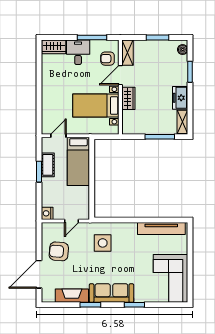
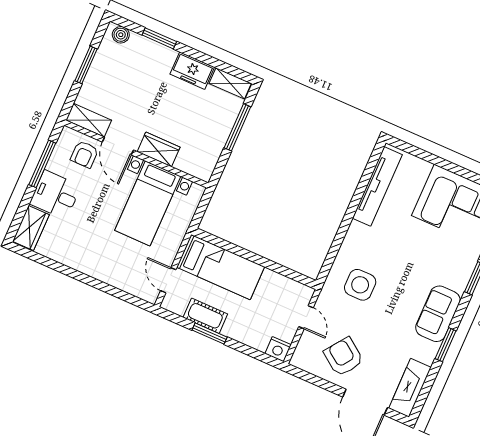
armchair: (59, 251) -> (344, 357), turned 121
sofa: (111, 293) -> (438, 314), width x0.73
fireplace: (72, 296) -> (410, 388), moved

